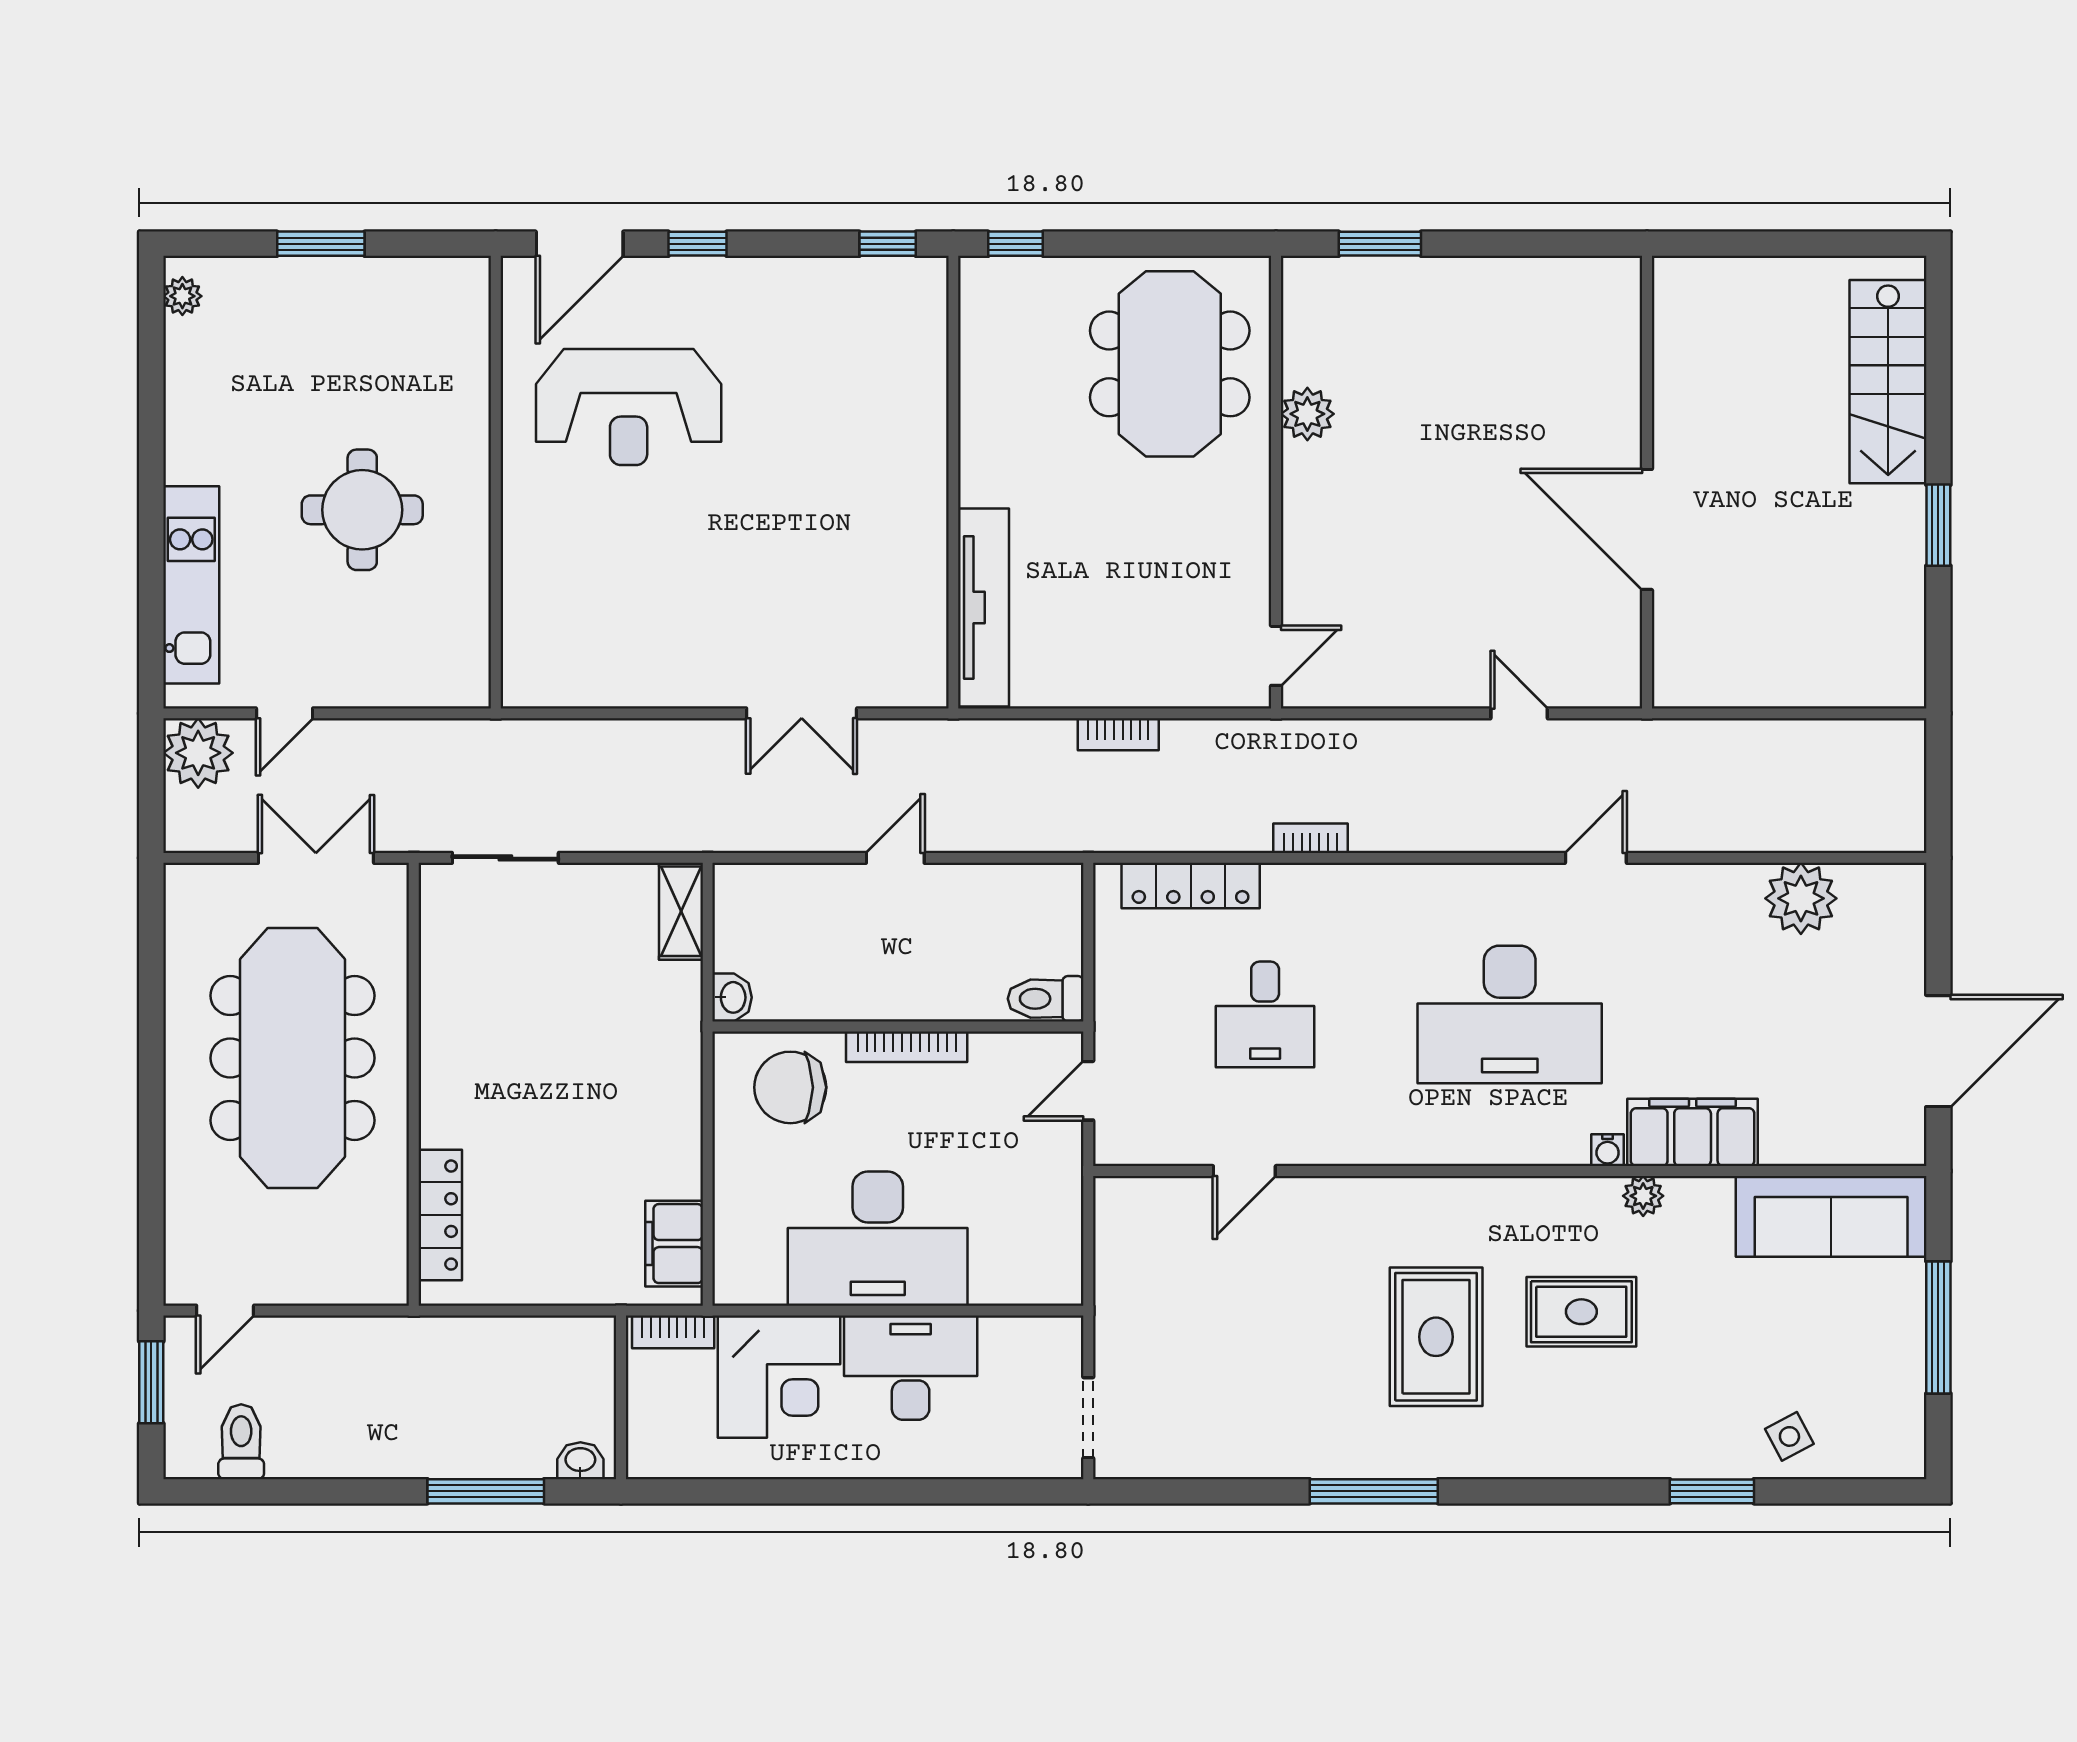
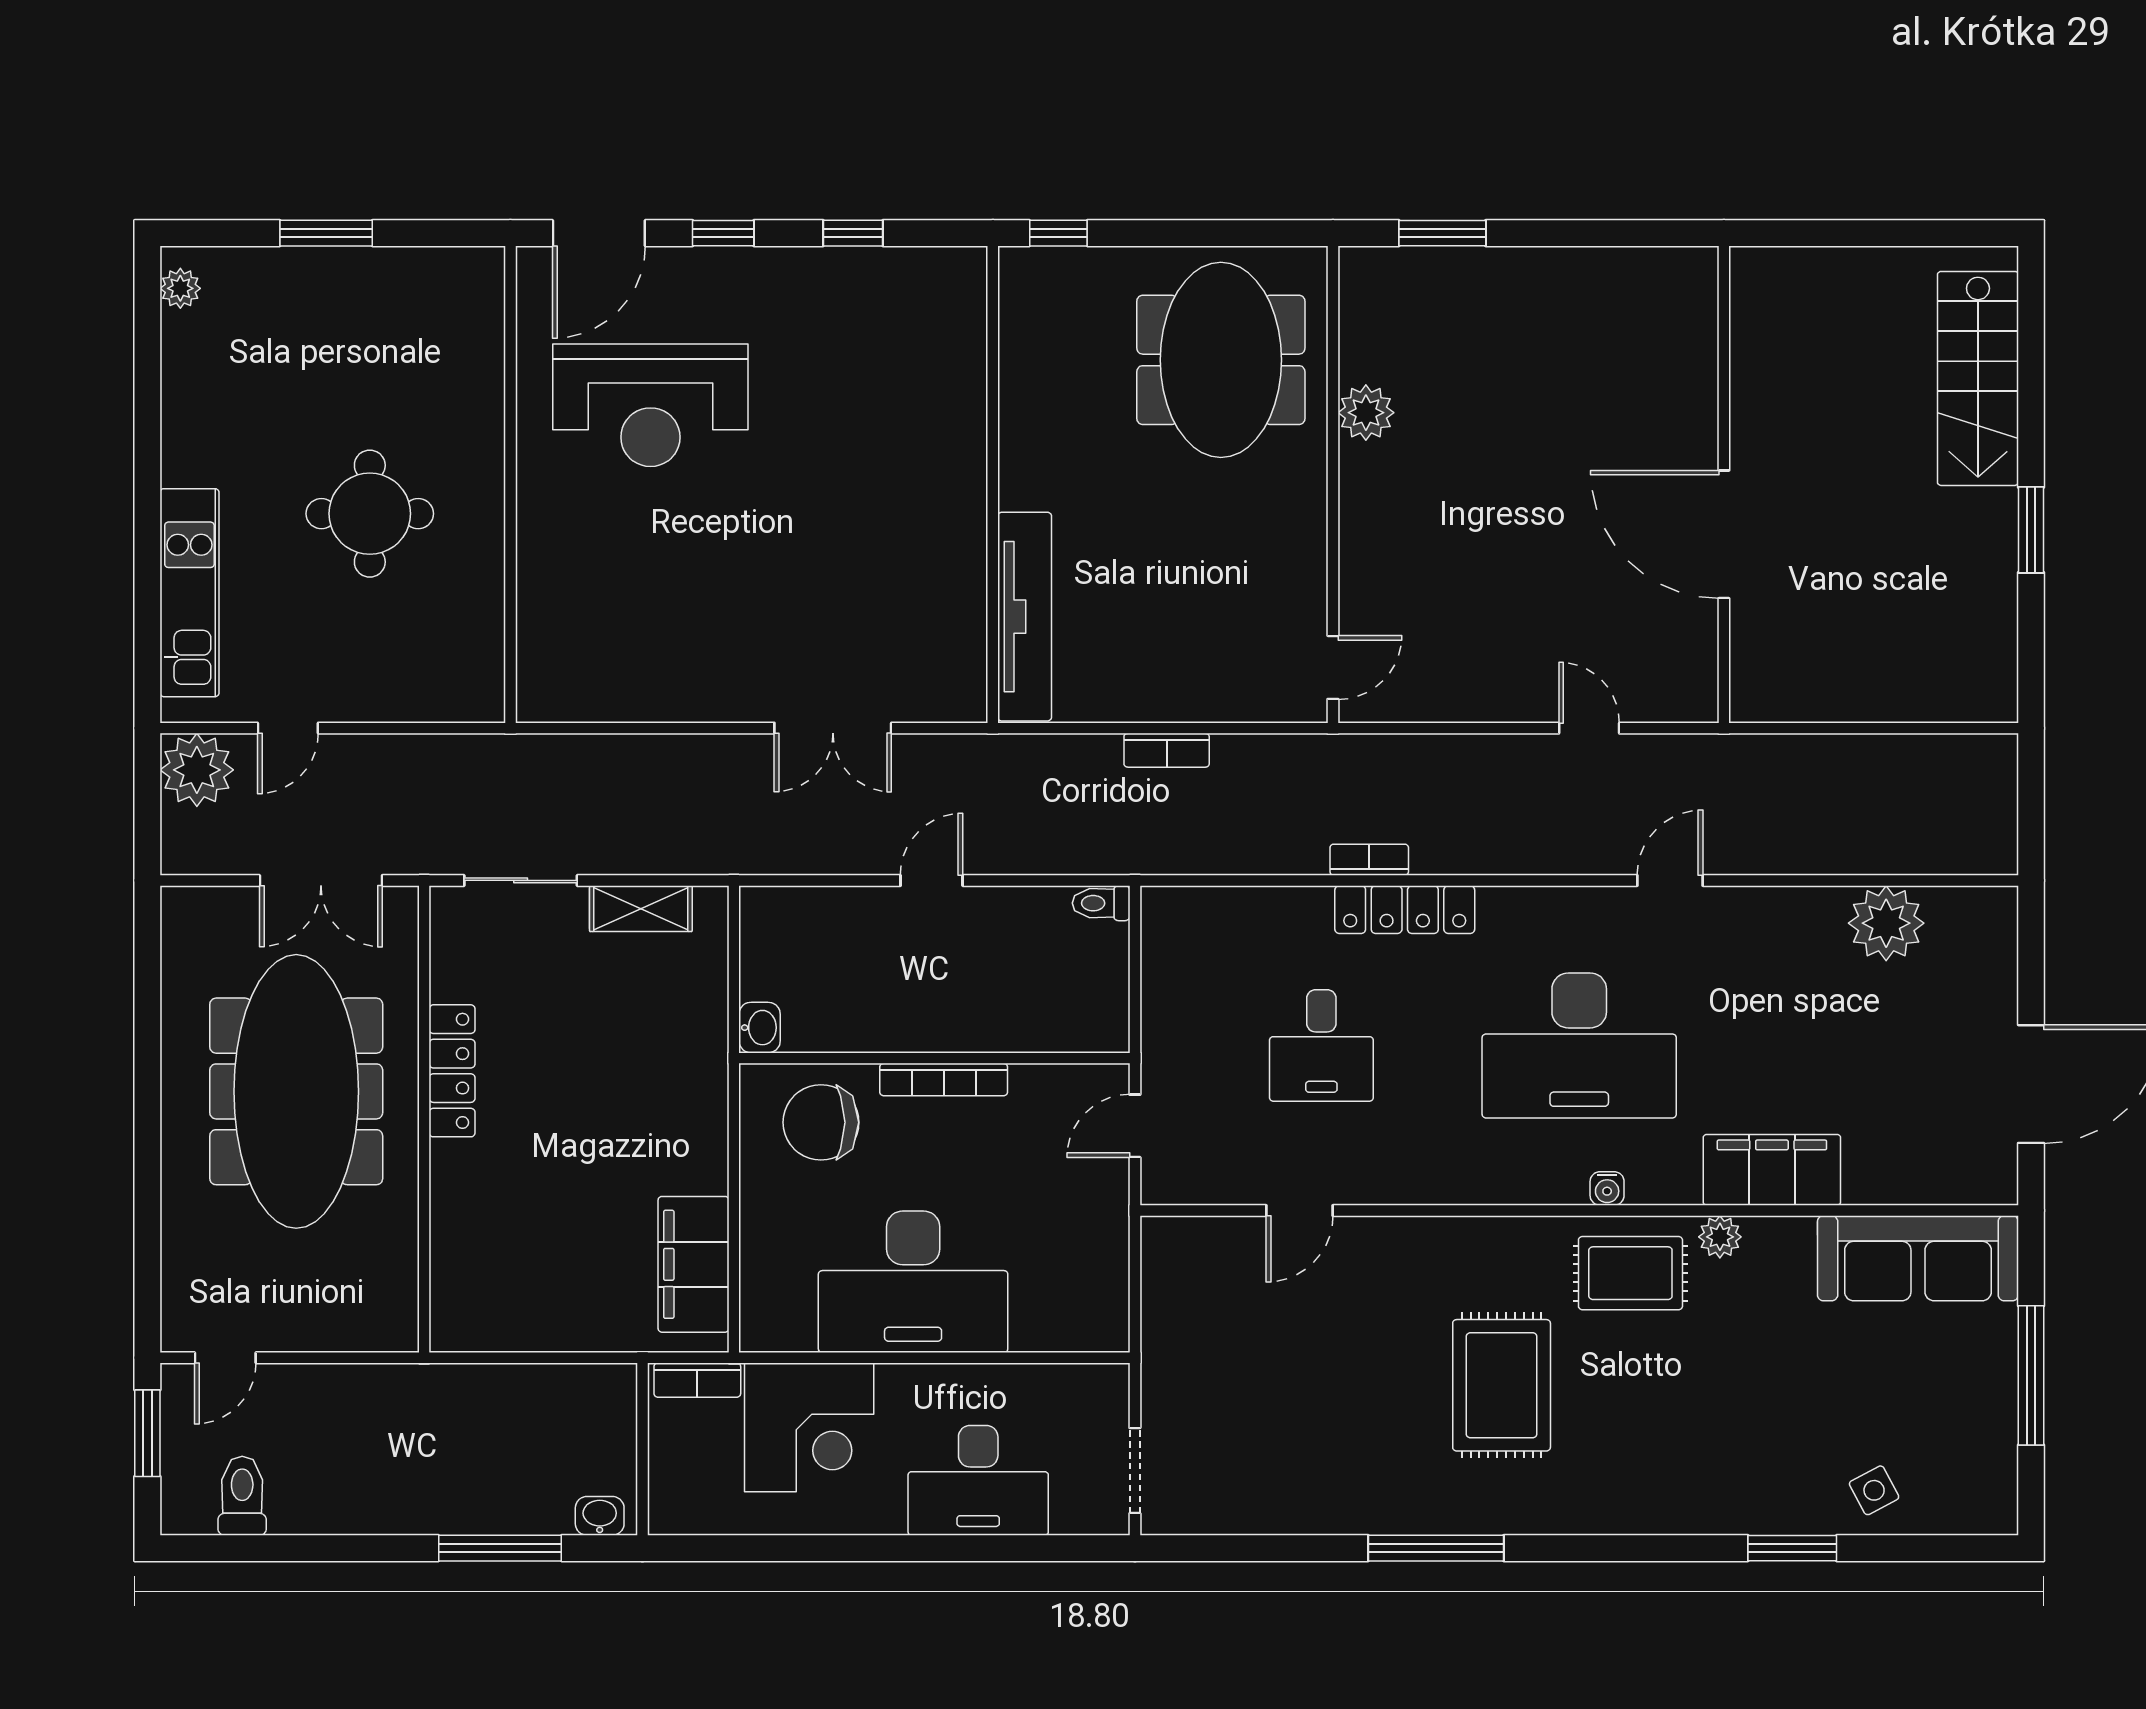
window: (888, 244) -> (853, 233), moved
double door: (316, 858) -> (321, 880), swing flipped
locker: (1191, 886) -> (1405, 910), moved
shelving: (681, 911) -> (641, 909), moved, turned 90
toilet: (1046, 999) -> (1101, 903), moved, width x0.73, depth x0.72
water cooler: (1608, 1150) -> (1607, 1188), moved
locker: (440, 1215) -> (452, 1071), moved
filing cabinet: (674, 1244) -> (694, 1264), width x1.50, depth x1.17
rug: (1581, 1312) -> (1630, 1273), moved
desk: (911, 1368) -> (978, 1480), moved, turned 180

